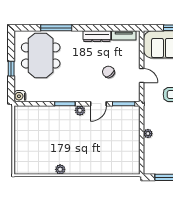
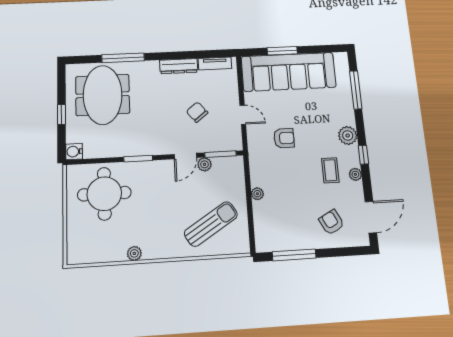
plant: (80, 110) -> (205, 164), moved
round table: (41, 127) -> (104, 194), added
sun lounger: (114, 153) -> (211, 224), added

